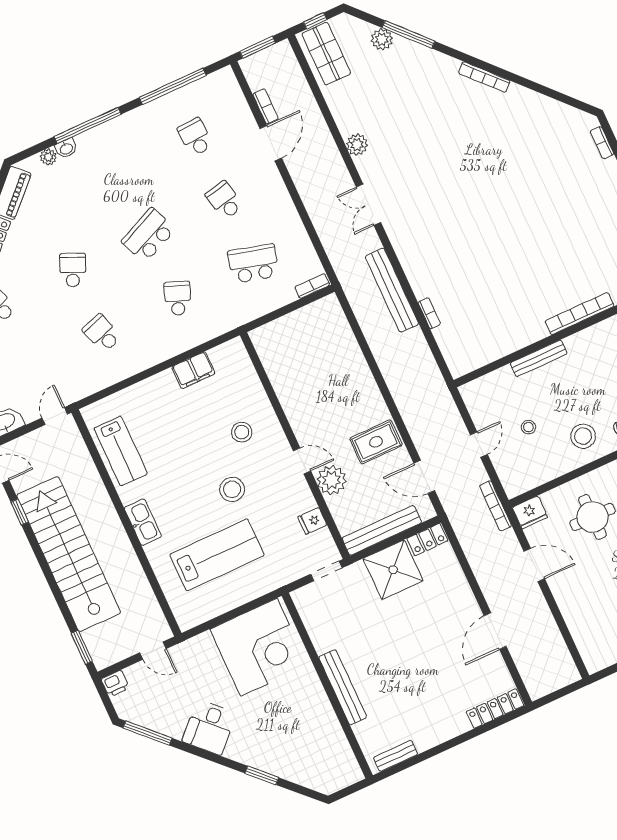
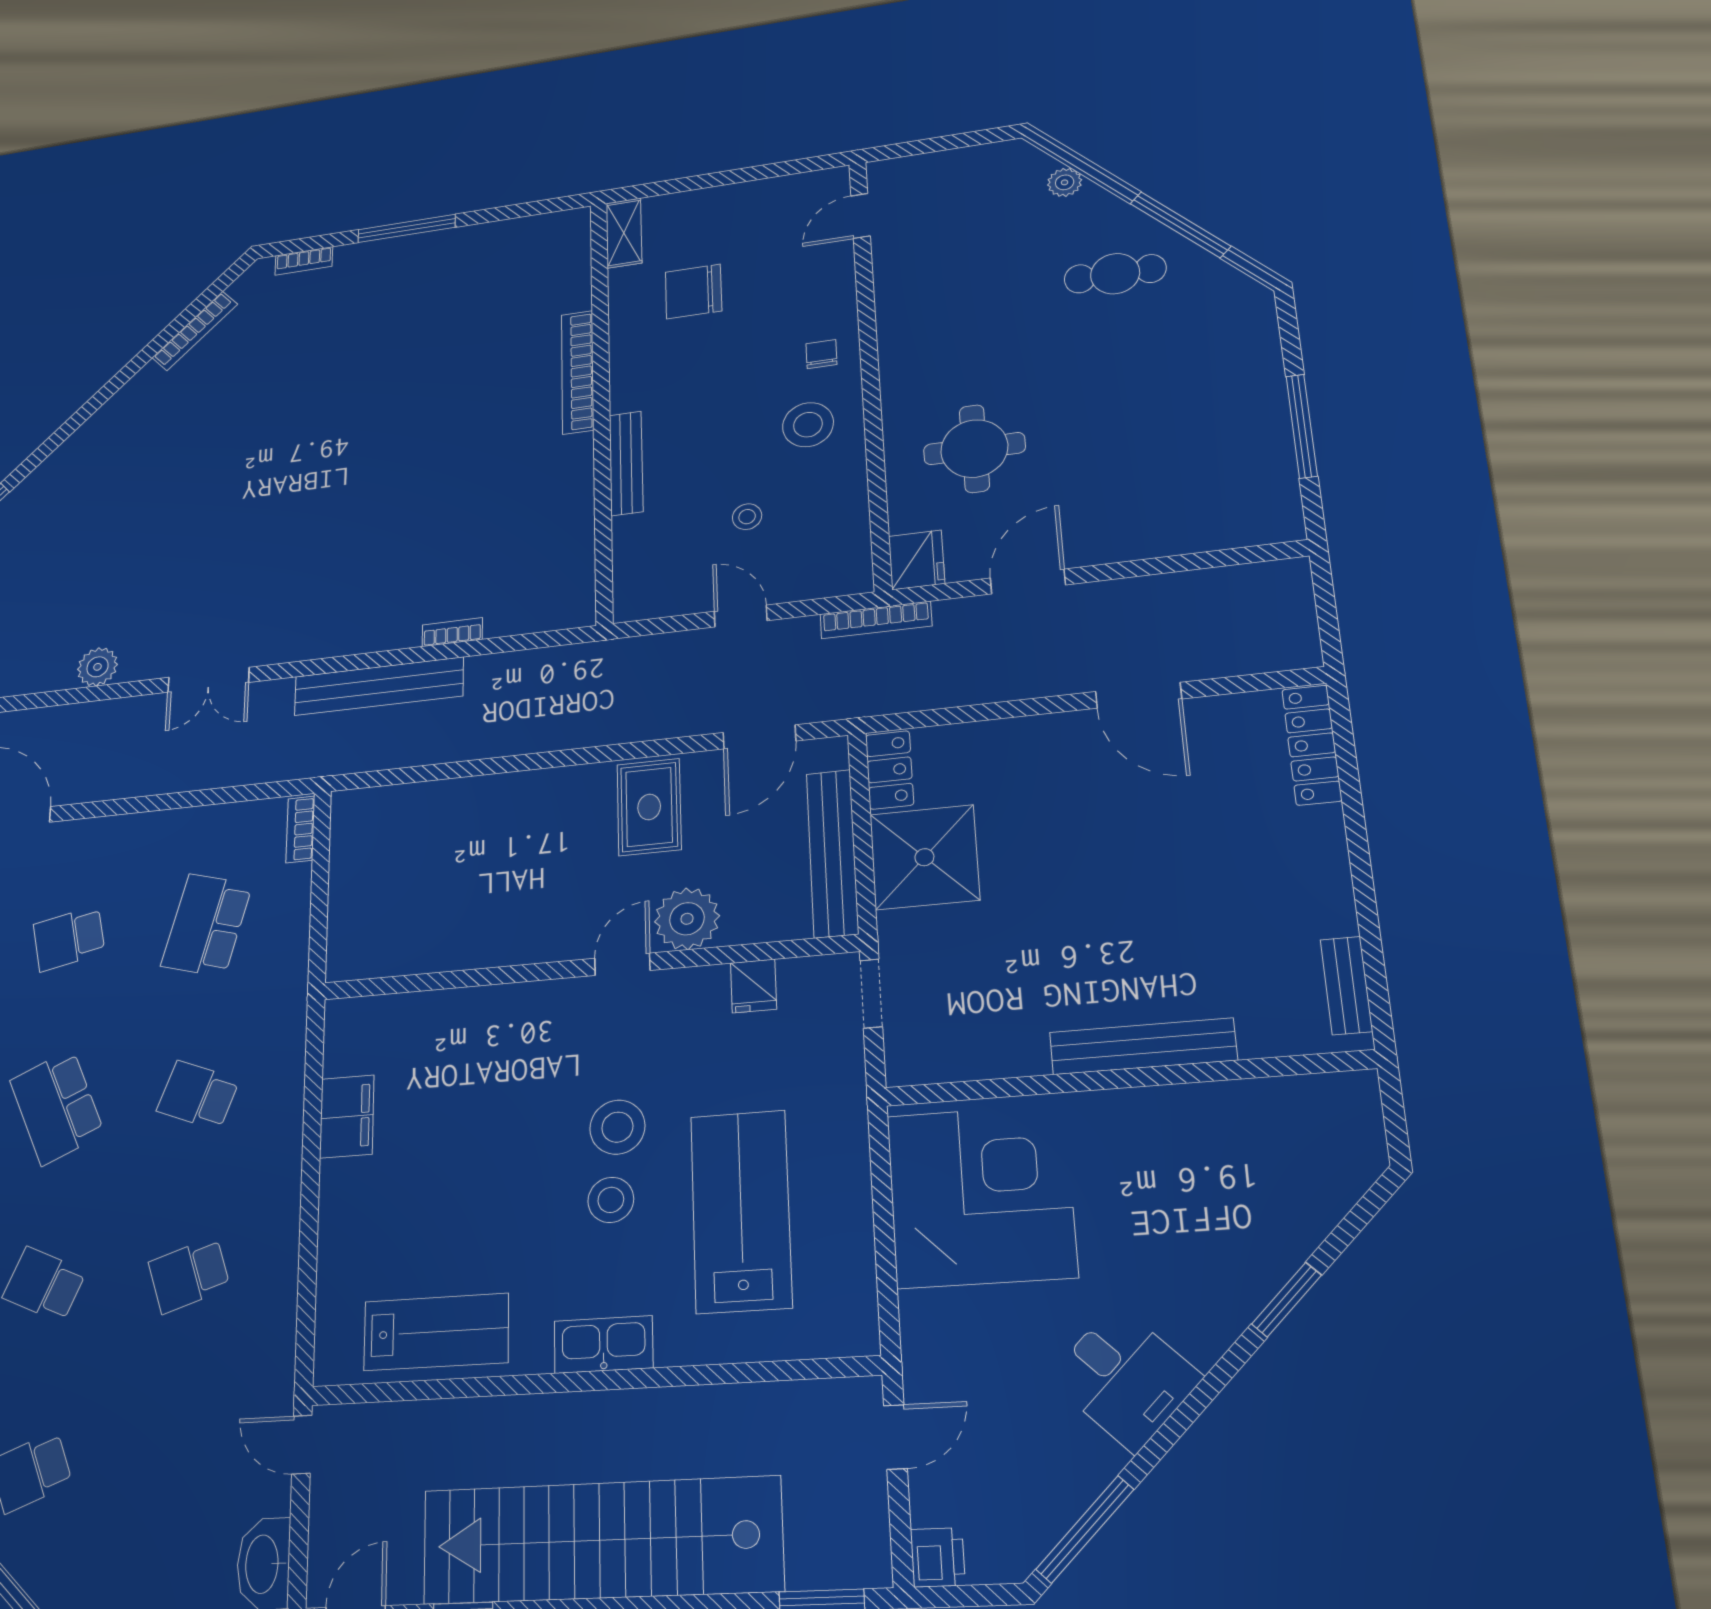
bookcase: (484, 77) -> (195, 331), moved
stool: (242, 432) -> (611, 1200), moved

